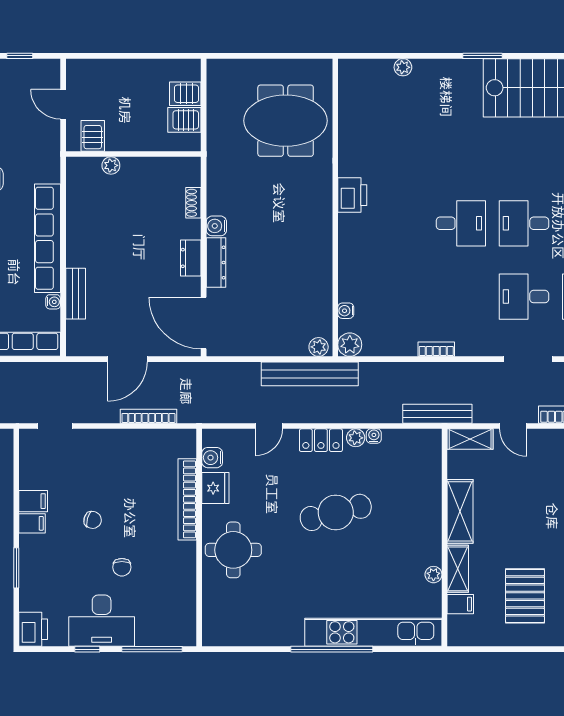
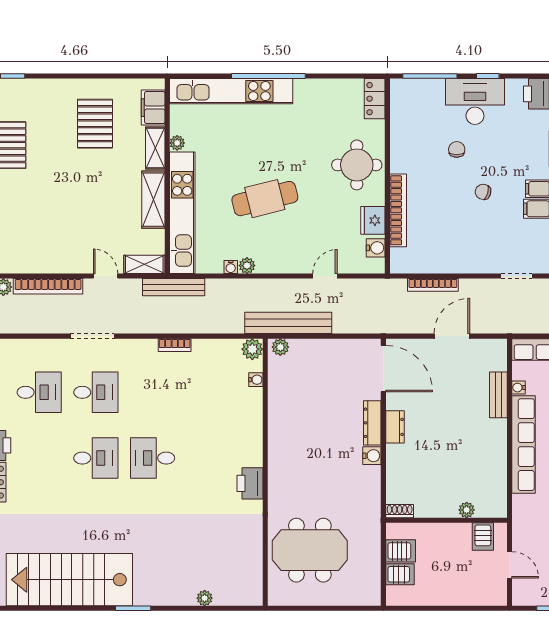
shoe rack: (193, 203) -> (400, 511), moved, turned -90
locker: (321, 440) -> (375, 99), moved, turned -90
kitchen unit: (428, 497) -> (182, 213), added
filing cabinet: (460, 604) -> (153, 108), width x2.00

